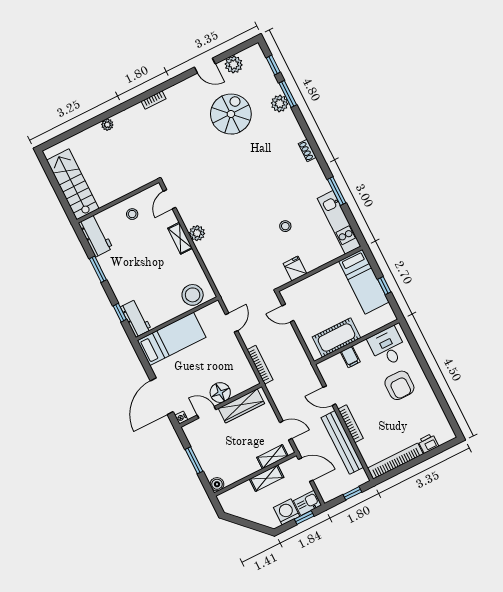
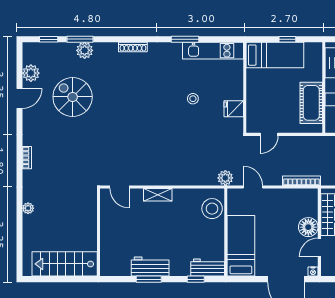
shoe rack: (307, 151) -> (133, 47), width x1.43
stool: (132, 214) -> (116, 226), removed
plant: (197, 233) -> (225, 178), moved
workbench: (96, 235) -> (150, 267), moved

